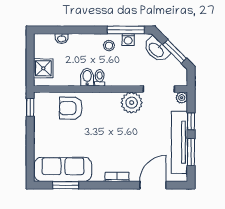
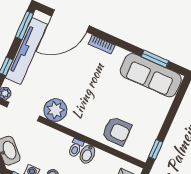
window: (191, 152) -> (24, 25), moved
door: (153, 185) -> (70, 21), width x1.36

